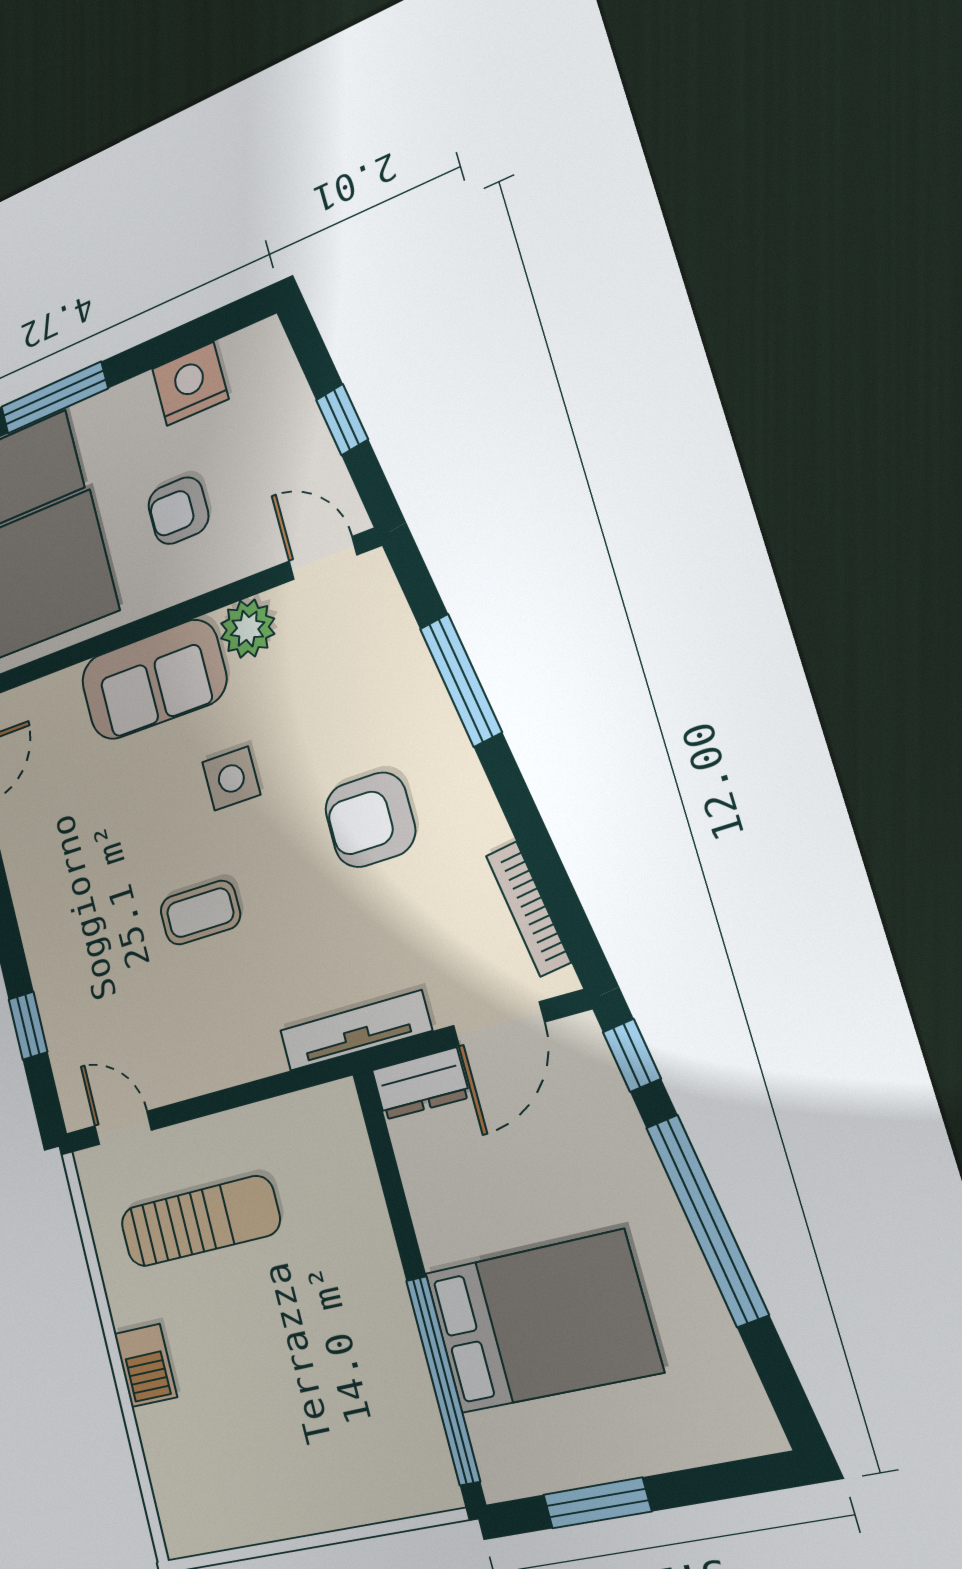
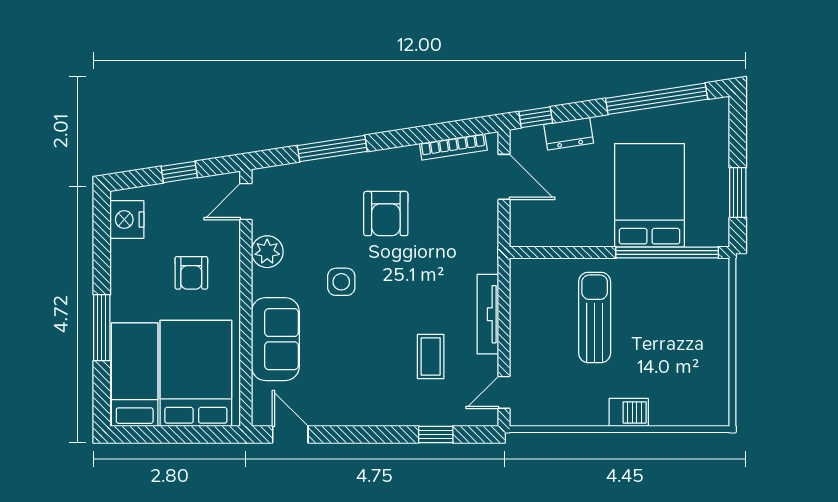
nightstand: (190, 384) -> (127, 220), moved
sofa: (154, 680) -> (275, 339), moved
coffee table: (200, 913) -> (431, 356), moved
tv unit: (355, 1031) -> (488, 314), moved
dresser: (421, 1084) -> (569, 134), moved, turned 81
window: (707, 1220) -> (657, 99), moved
sun lounger: (200, 1221) -> (595, 317), moved

